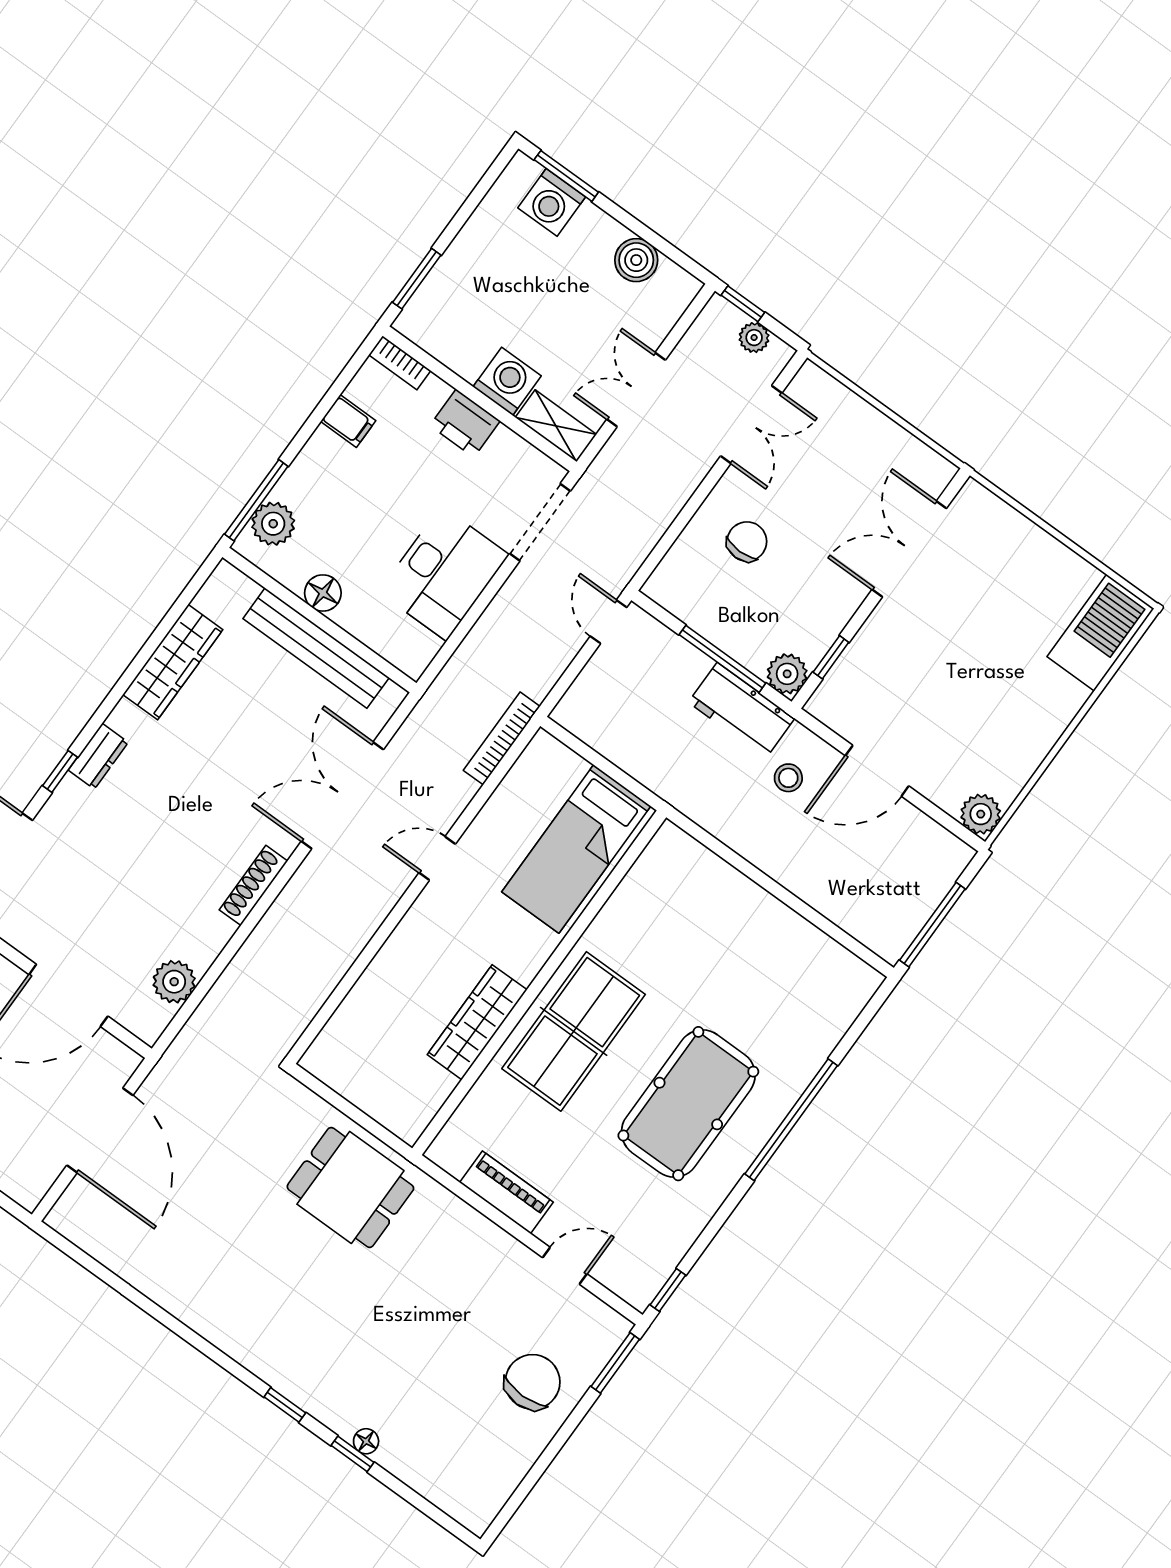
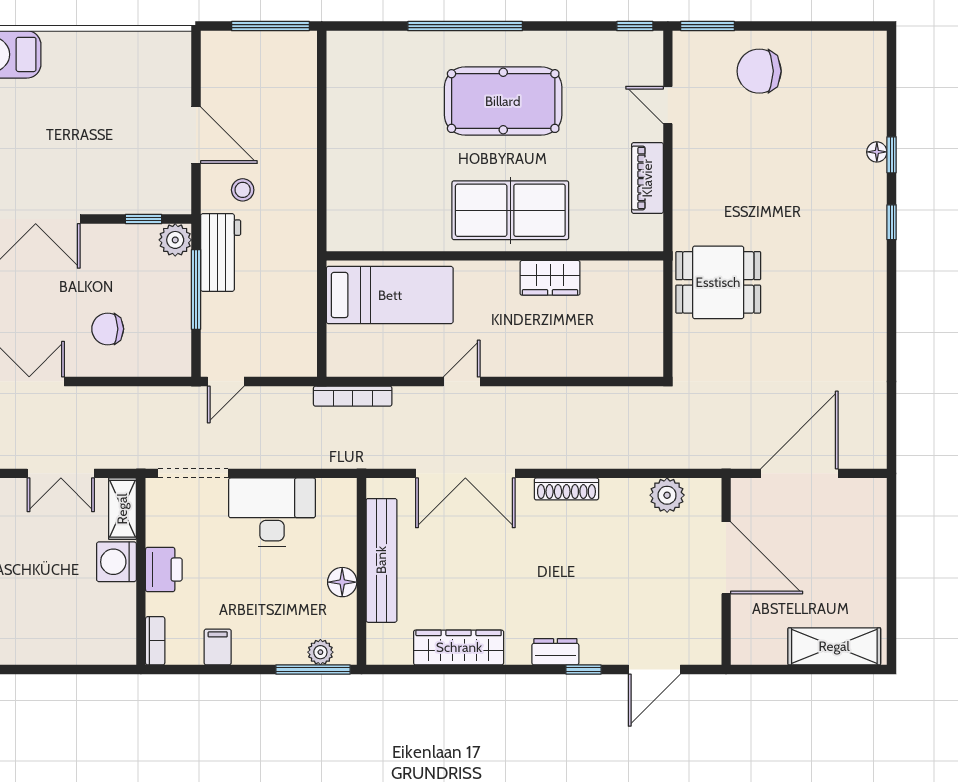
window: (417, 279) -> (92, 669), removed
plant: (273, 524) -> (320, 652), width x0.73, depth x0.73
plant: (981, 814) -> (175, 47), removed
door: (437, 858) -> (462, 381), swing flipped
wardrobe: (477, 1022) -> (550, 278), width x0.67
dining table: (350, 1187) -> (718, 282), turned 90

